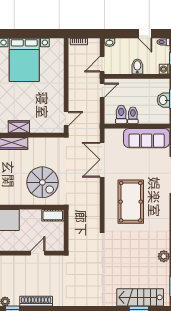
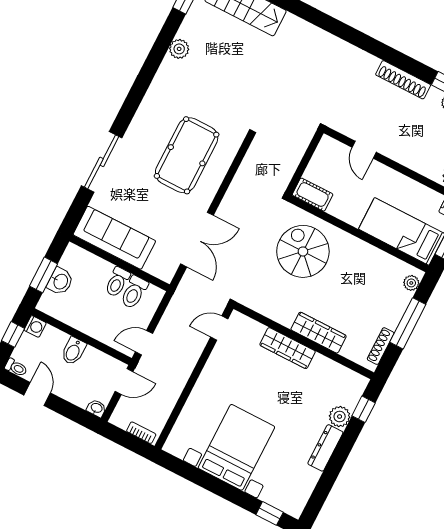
wardrobe: (19, 127) -> (288, 348), width x1.50
door: (38, 253) -> (364, 150), hinge flipped

